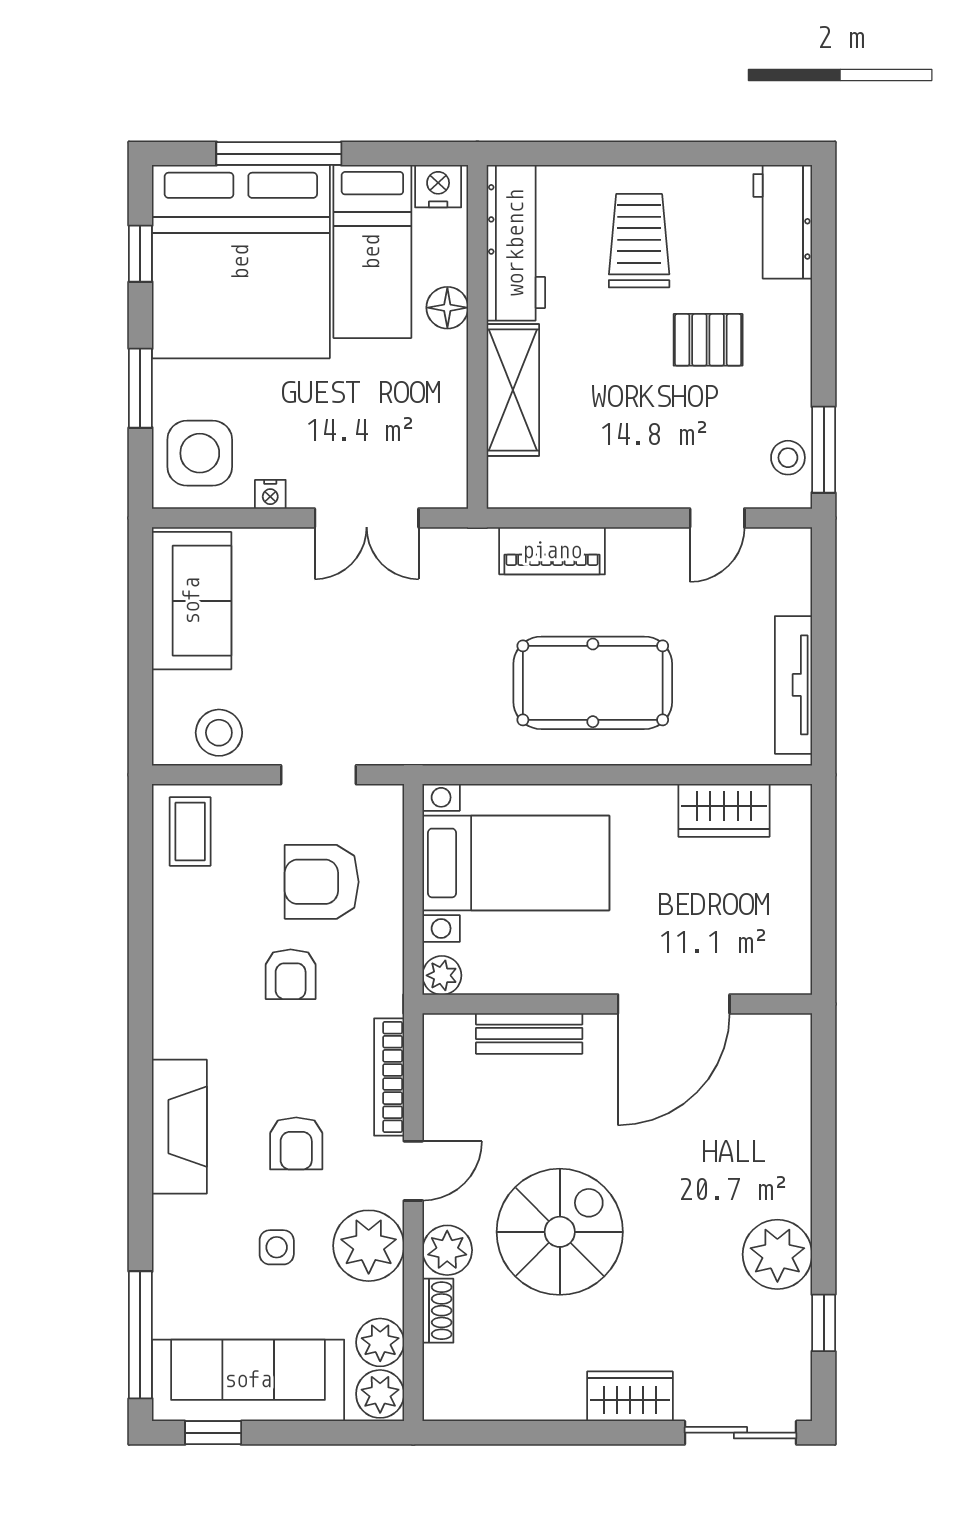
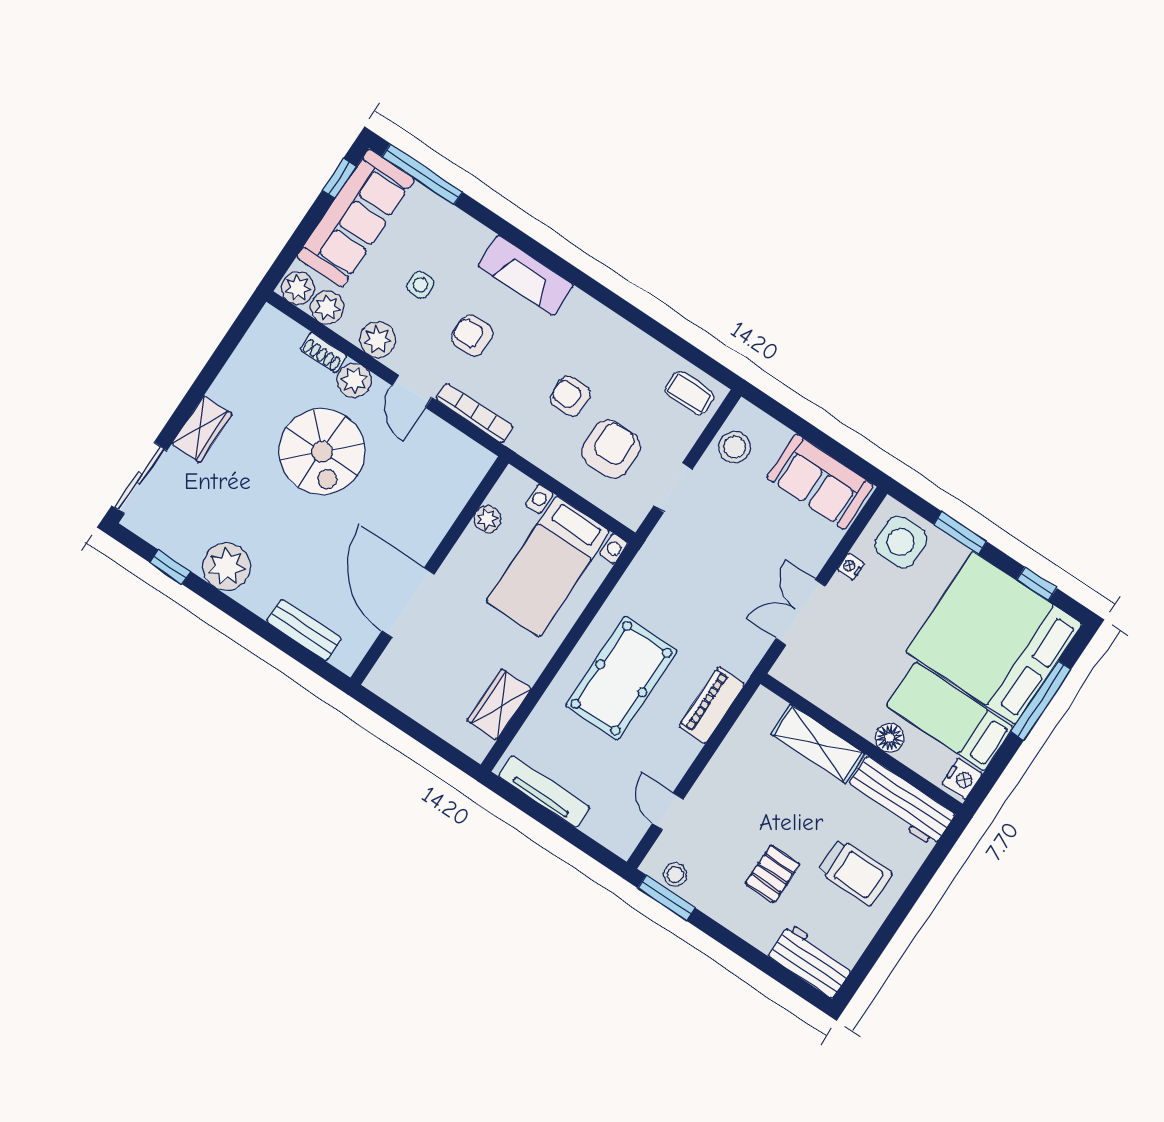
plant: (442, 975) -> (487, 519), moved
bench: (529, 1033) -> (304, 630), moved, turned 90
plant: (369, 1246) -> (377, 339), width x0.73, depth x0.73

